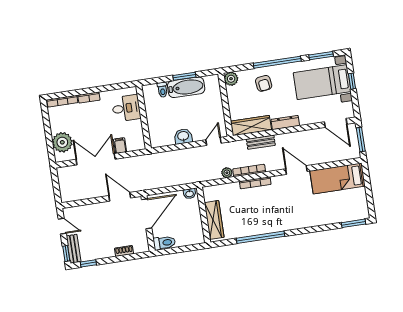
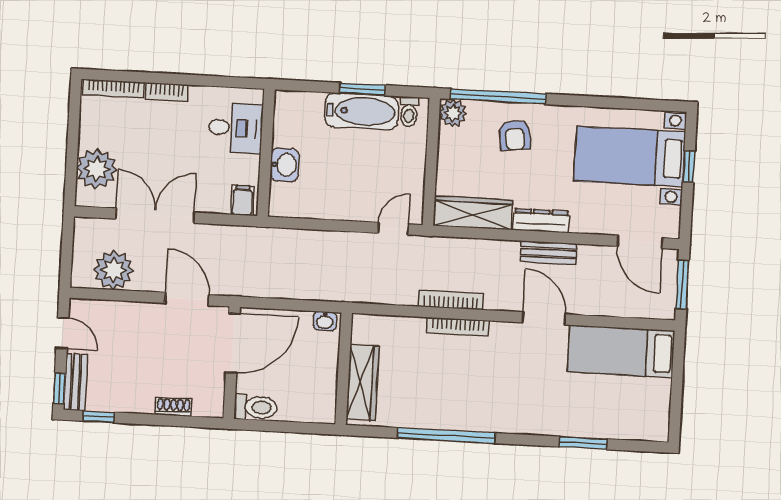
window: (321, 56) -> (639, 104), removed
window: (277, 62) -> (498, 96), moved
toilet: (162, 90) -> (409, 112), moved
washbasin: (183, 136) -> (285, 165), moved, turned 90
bench: (261, 142) -> (548, 253), moved
filing cabinet: (120, 146) -> (242, 201), moved
plant: (227, 173) -> (114, 270), moved, width x1.87, depth x1.87
window: (354, 223) -> (583, 443), moved

